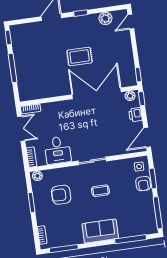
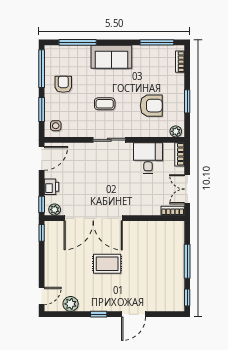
armchair: (143, 184) -> (63, 84), moved

